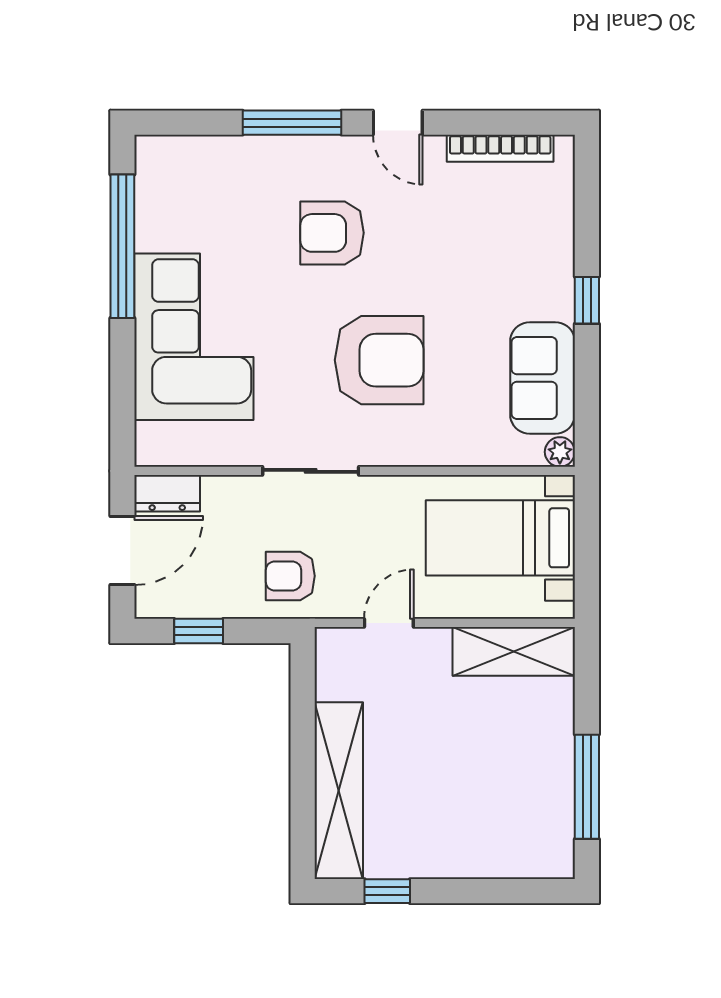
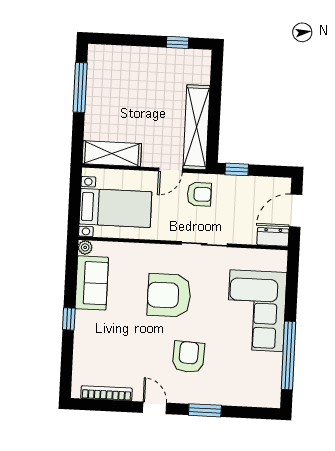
window: (292, 123) -> (205, 410), width x0.69
armchair: (332, 233) -> (188, 357), turned -87
armchair: (290, 576) -> (199, 194), moved
window: (199, 631) -> (237, 169), moved
shelving: (339, 791) -> (196, 127), moved

